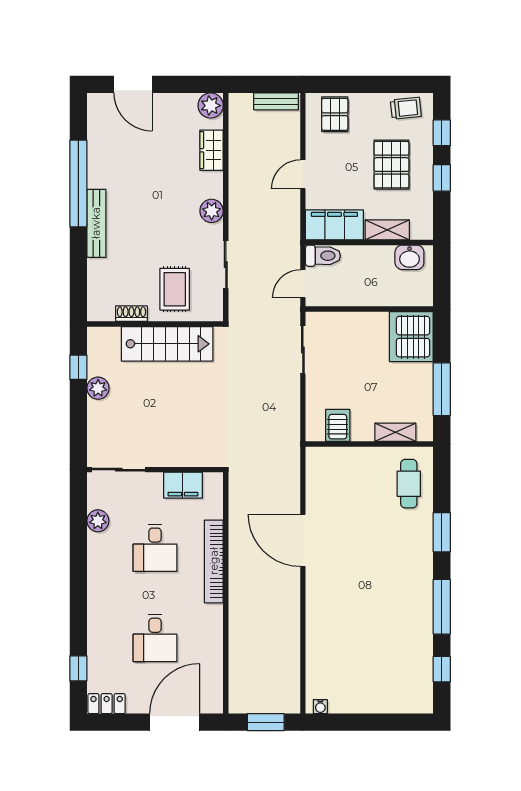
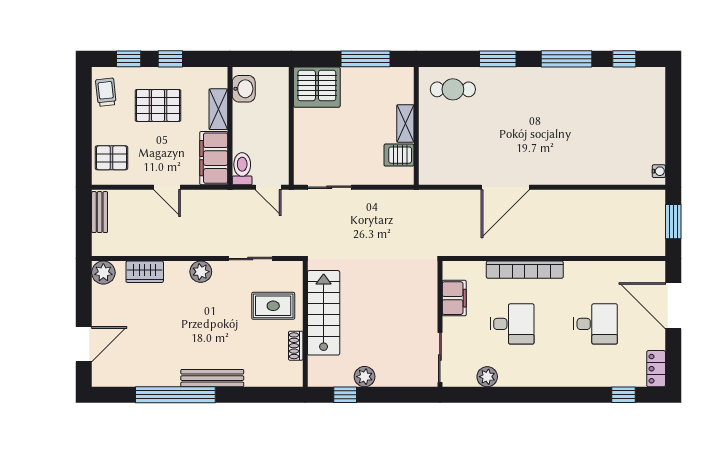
shelving: (395, 432) -> (405, 123), moved

